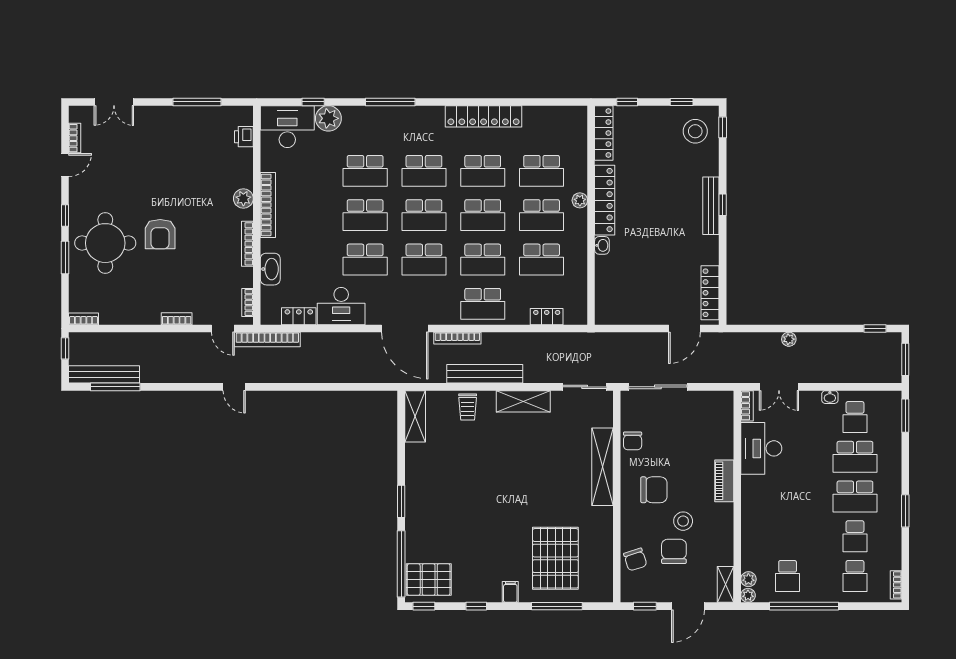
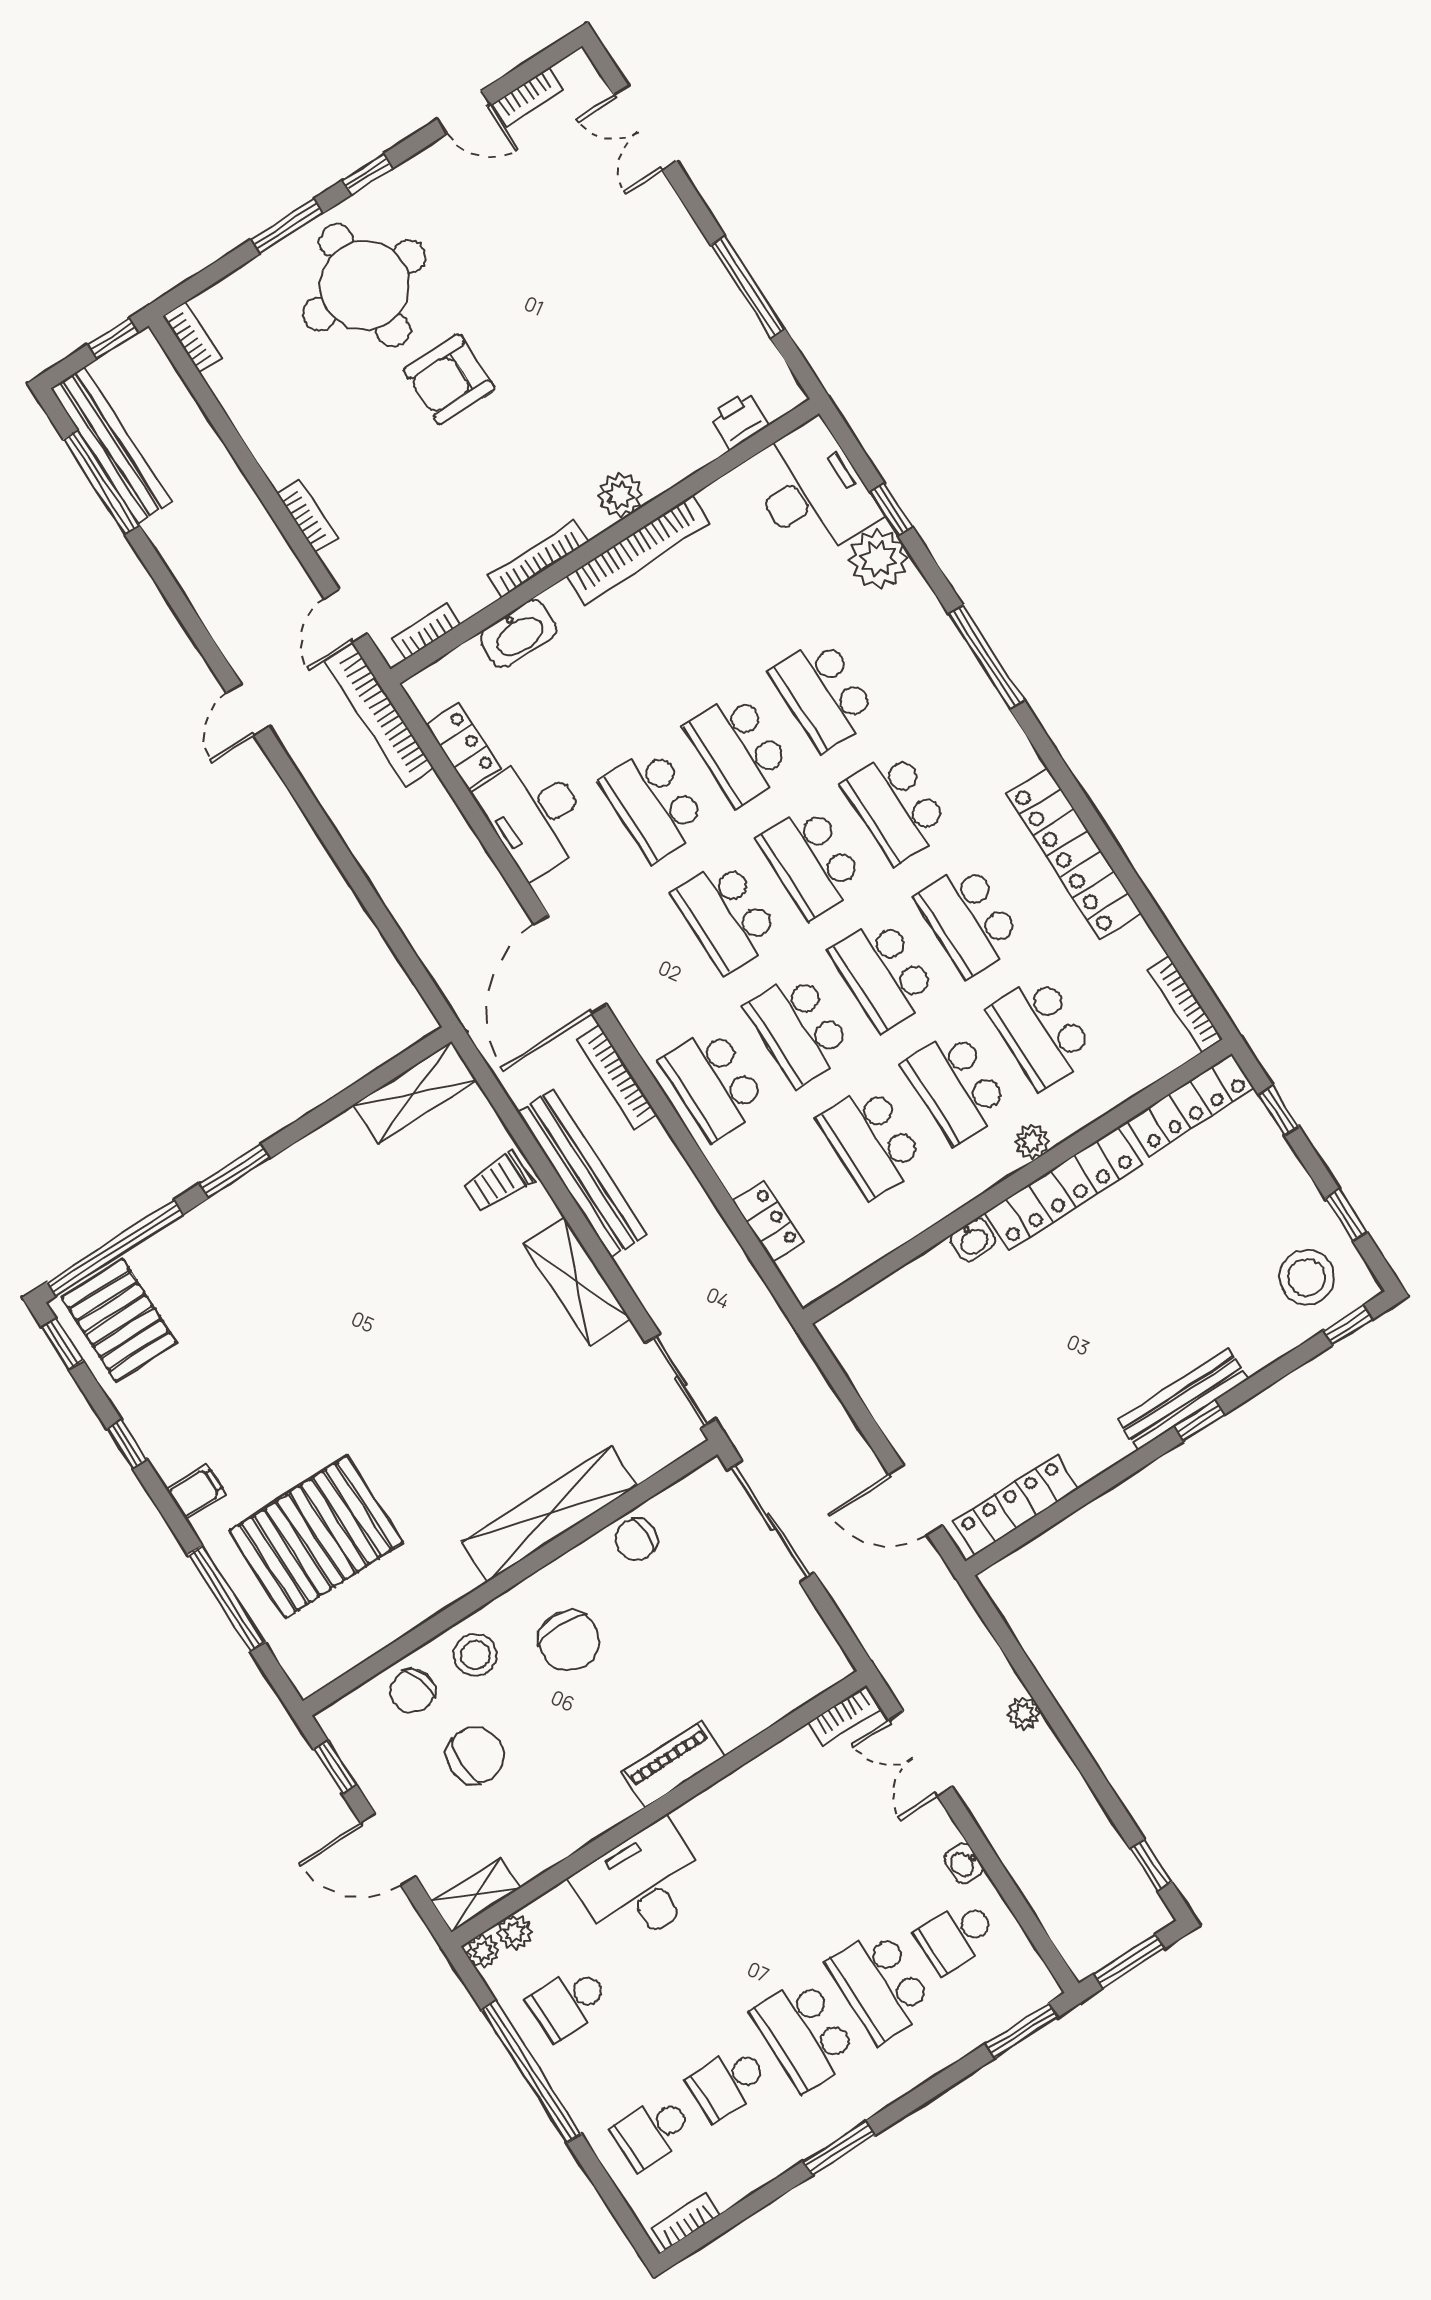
bookcase: (566, 111) -> (1185, 1004), added
desk: (761, 448) -> (642, 1885), moved
stool: (683, 521) -> (475, 1655), moved

